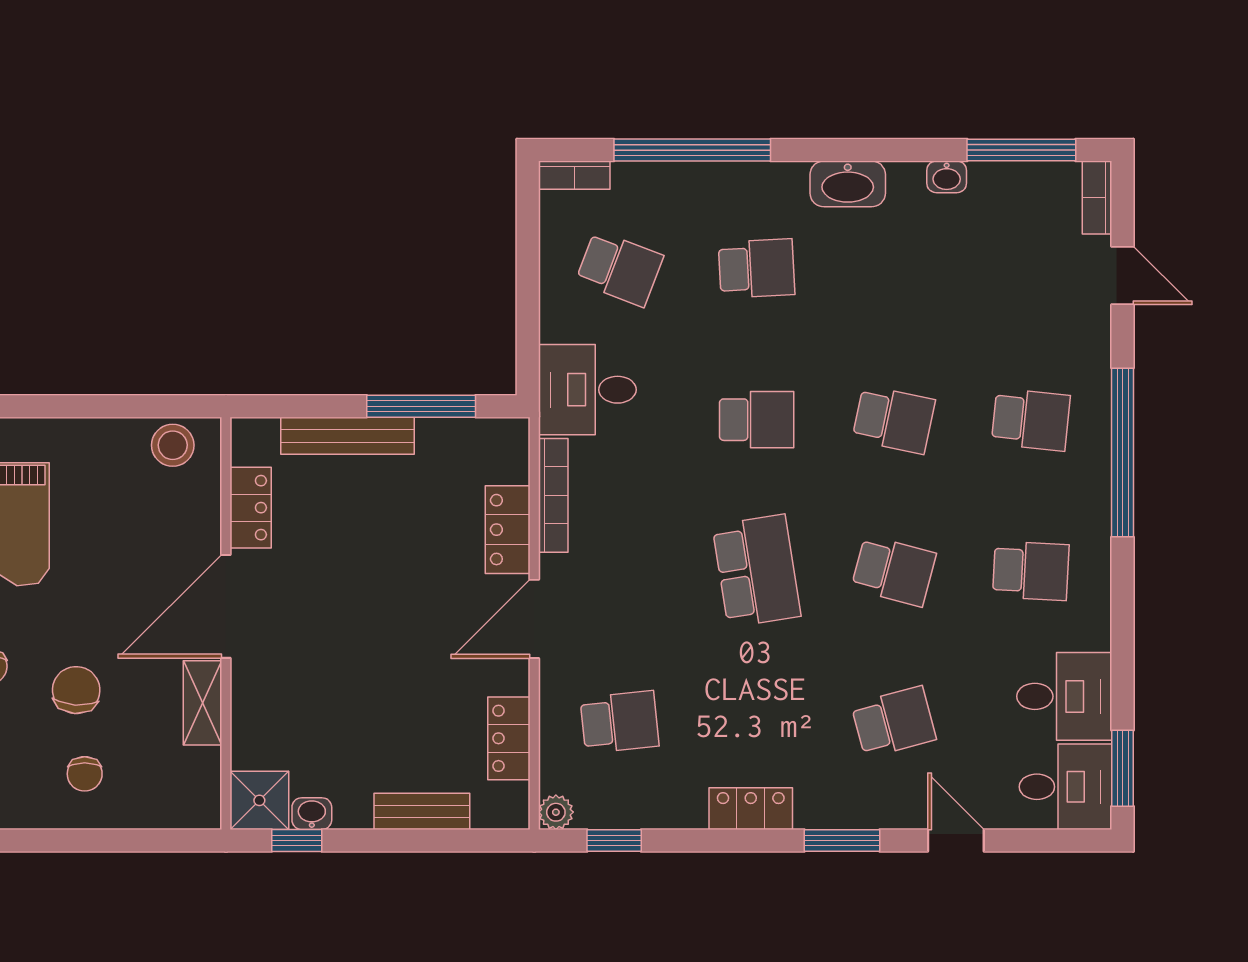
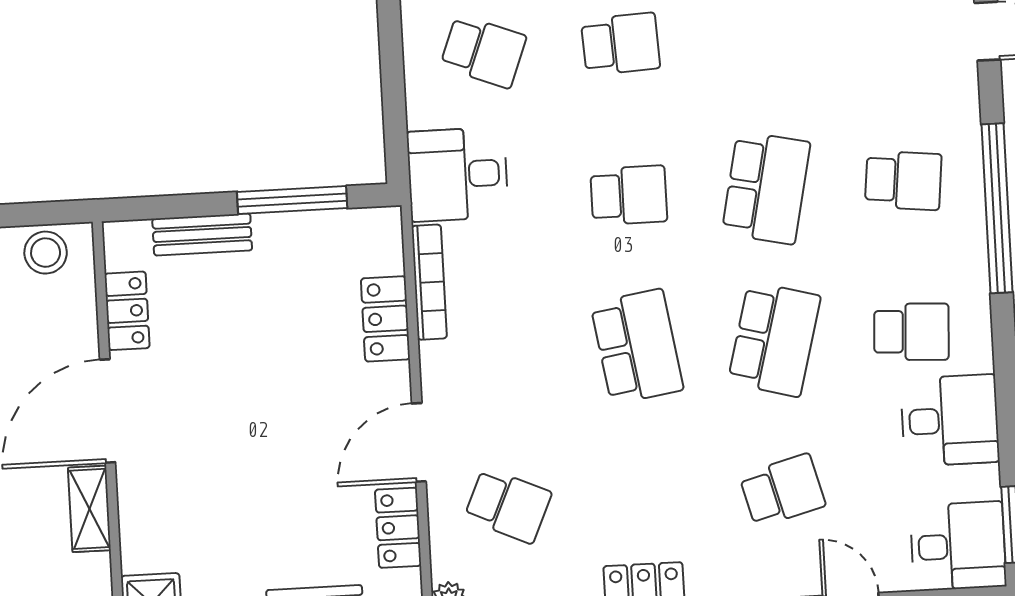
school desk: (894, 420) -> (766, 188), width x1.85
bench: (347, 436) -> (202, 234), width x0.73
school desk: (894, 571) -> (774, 339), width x1.85
door: (534, 619) -> (419, 442), moved
desk: (1064, 696) -> (950, 420), moved
school desk: (620, 722) -> (508, 505), turned 30

